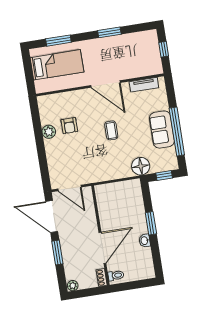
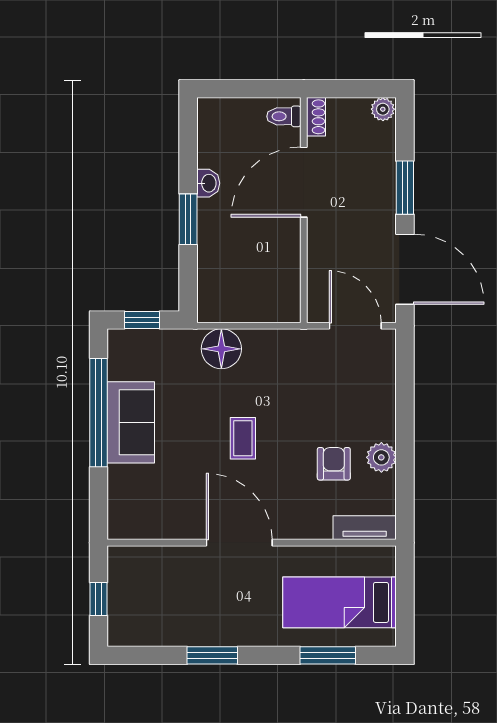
tv unit: (144, 85) -> (365, 528), moved
floor lamp: (141, 166) -> (221, 349), moved

